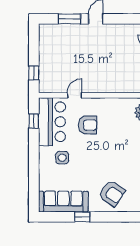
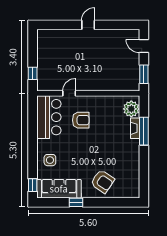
window: (69, 19) -> (64, 25), removed
window: (34, 121) -> (33, 185), moved
side table: (62, 158) -> (50, 160), moved

